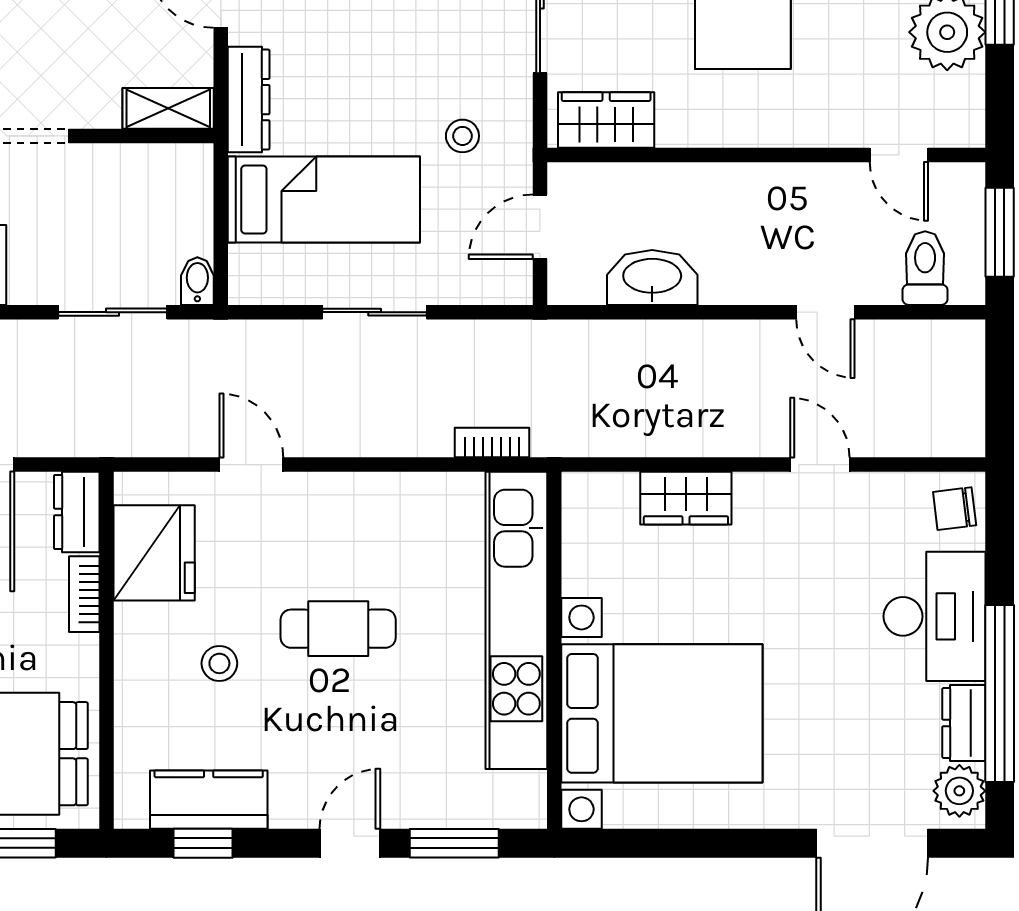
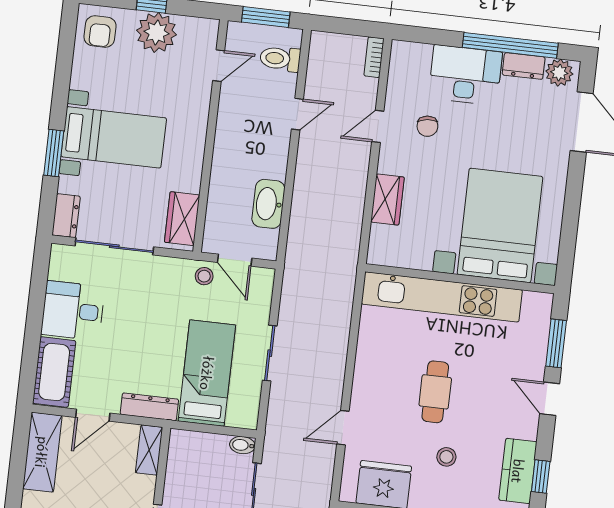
stool: (462, 136) -> (204, 276), moved
bookcase: (492, 443) -> (374, 57), moved
chair: (955, 509) -> (427, 126), moved

